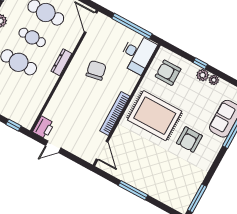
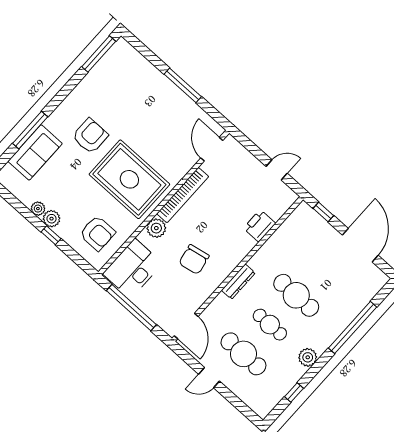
plant: (128, 86) -> (156, 228), added
printer: (44, 128) -> (259, 226), moved

